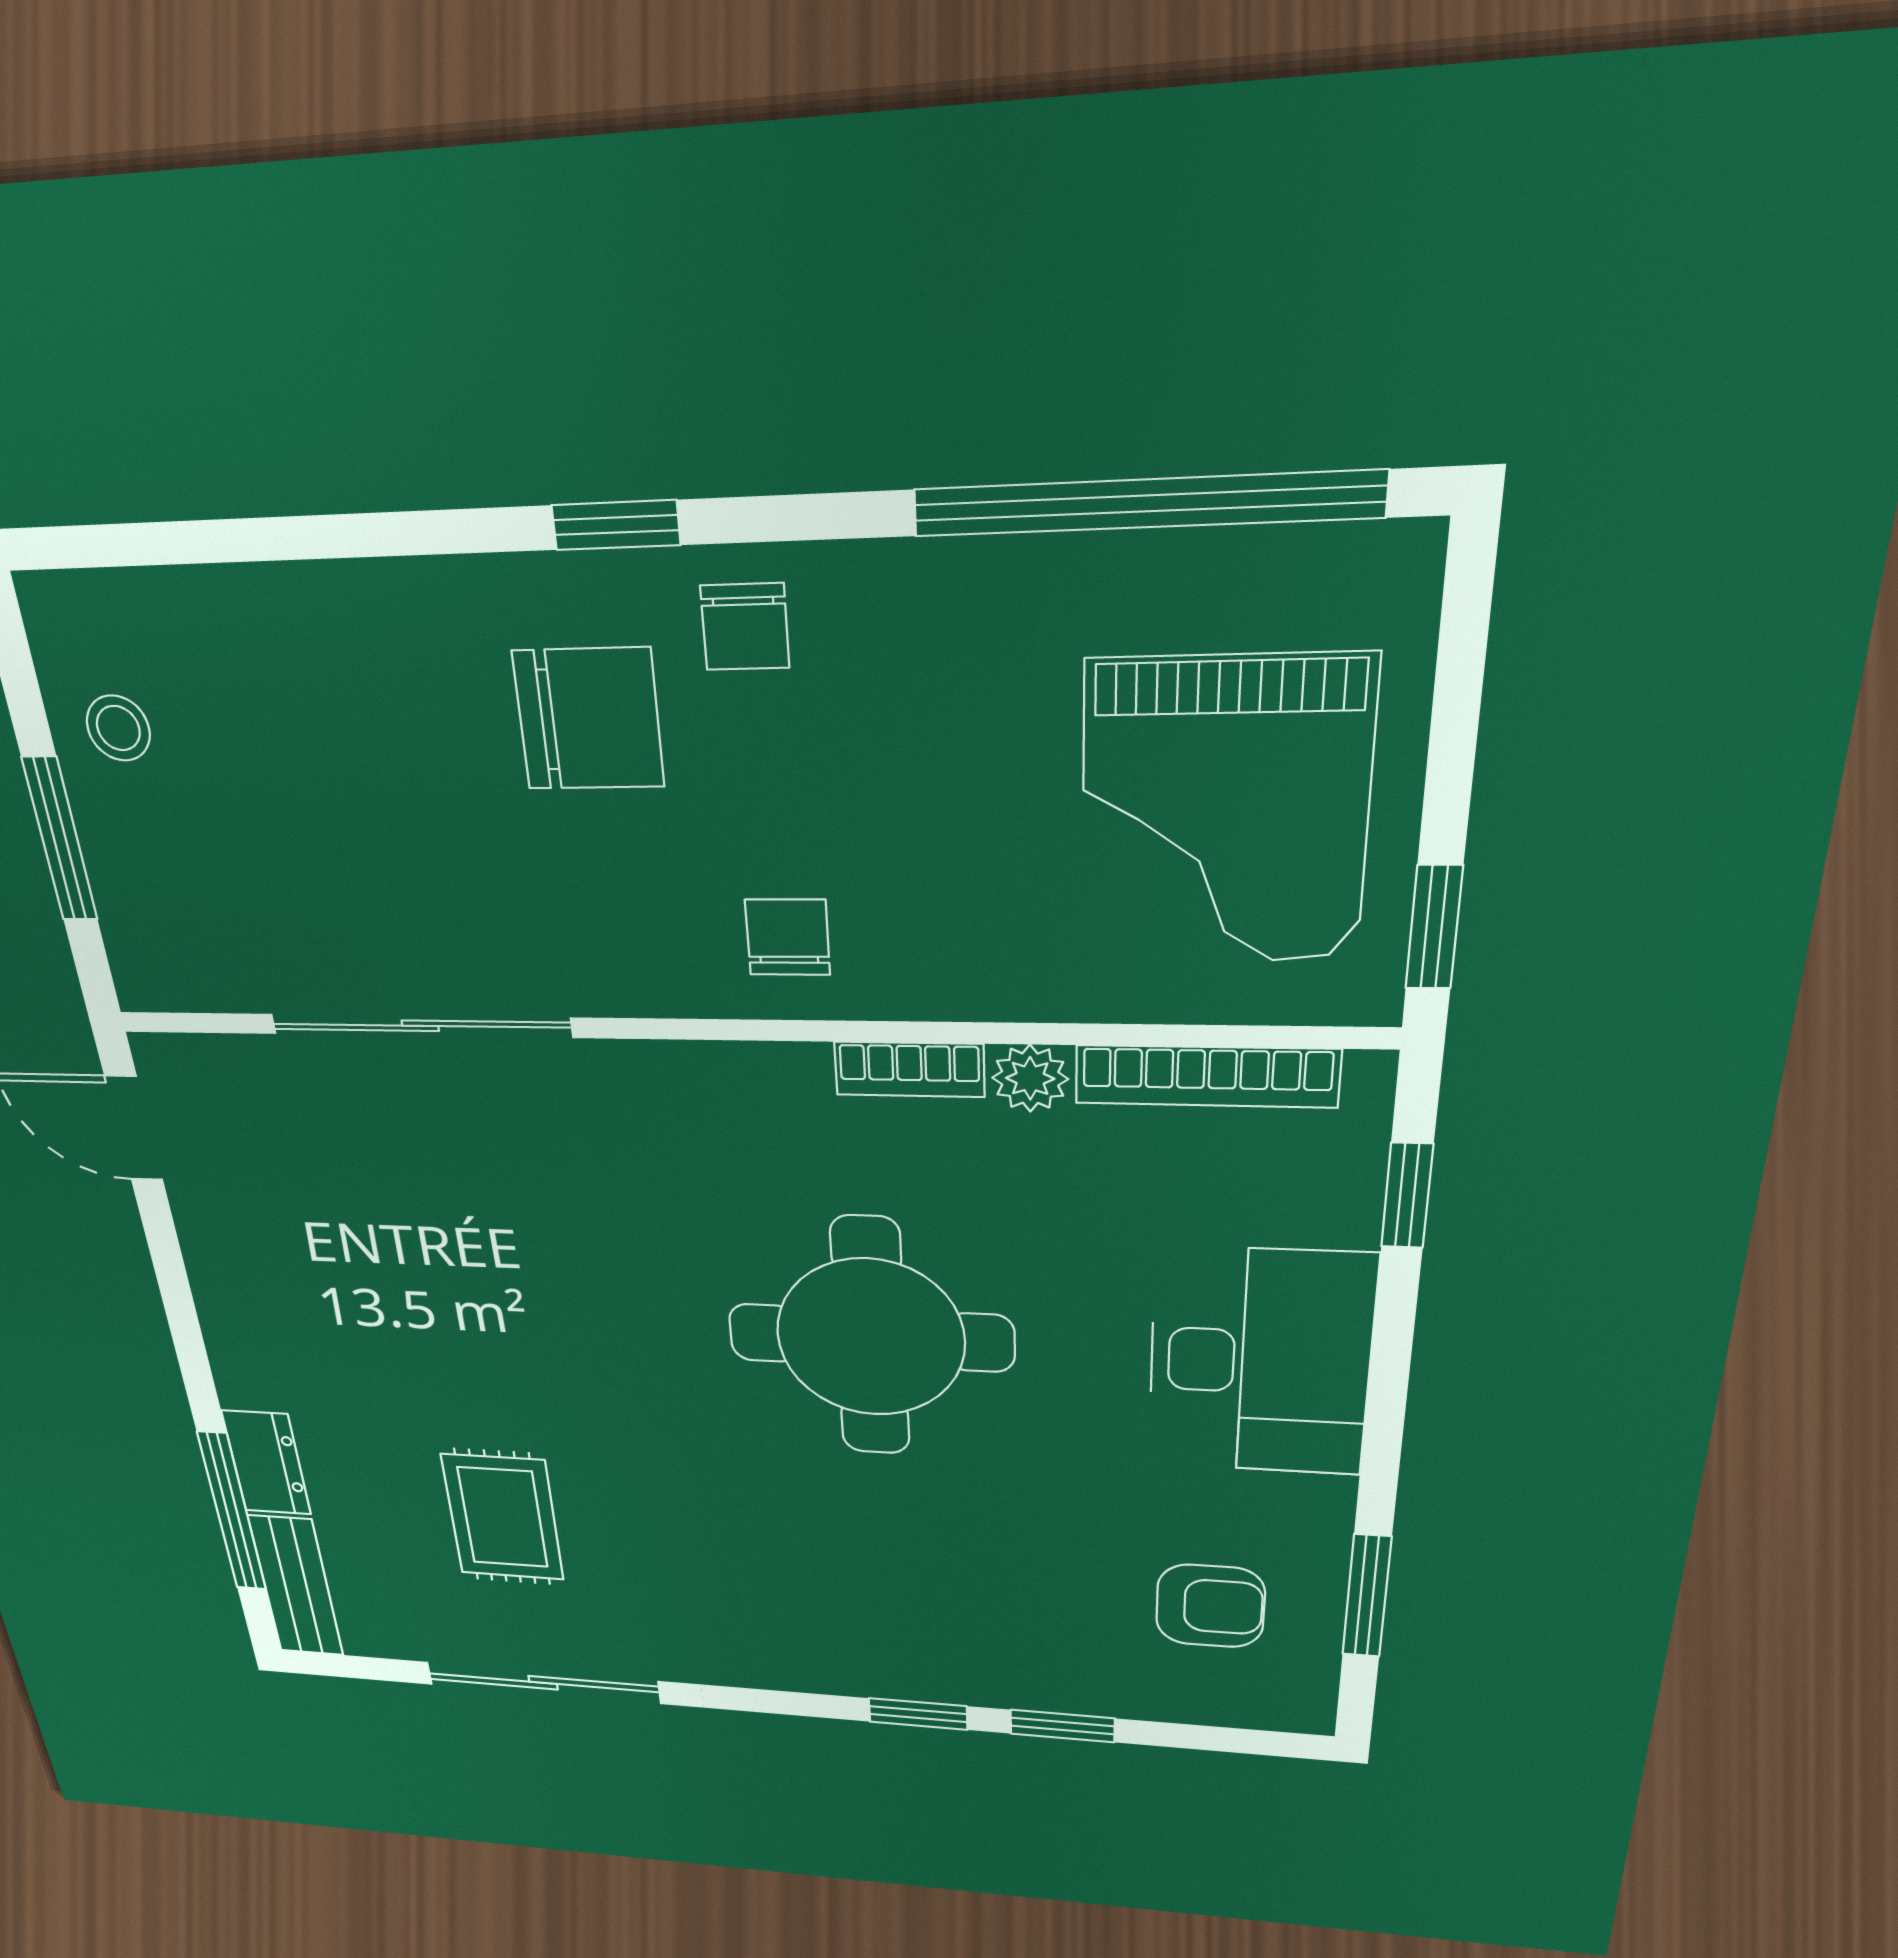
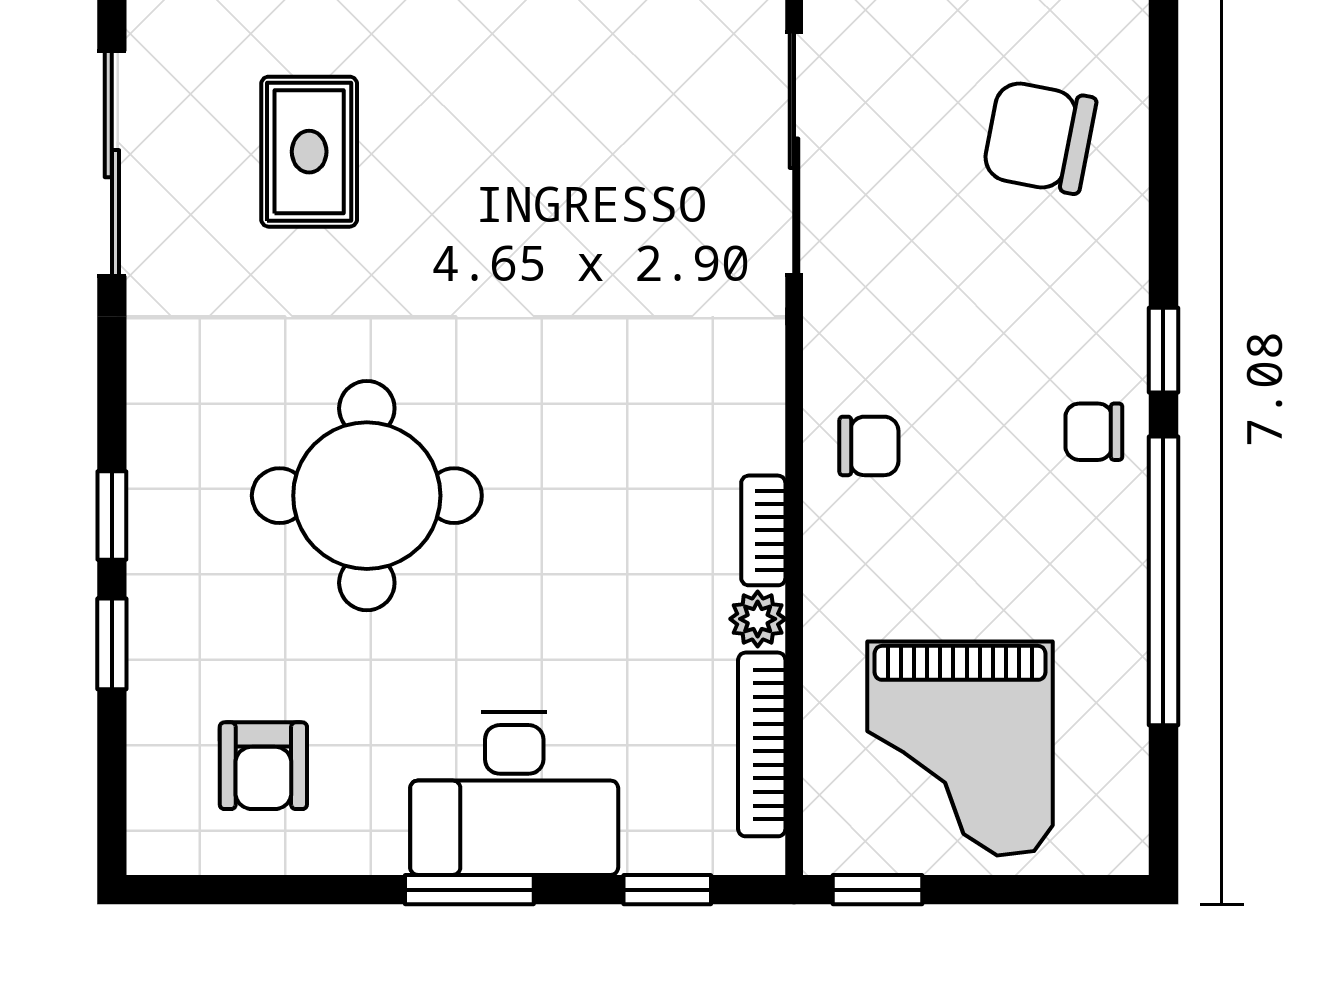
window: (1146, 503) -> (1163, 581), moved
chair: (589, 719) -> (1039, 137), moved, turned 101
grand piano: (1224, 813) -> (960, 748), turned -90
round table: (871, 1338) -> (367, 496), moved
rug: (503, 1517) -> (309, 152), turned 90
window: (1367, 1596) -> (469, 890), moved

